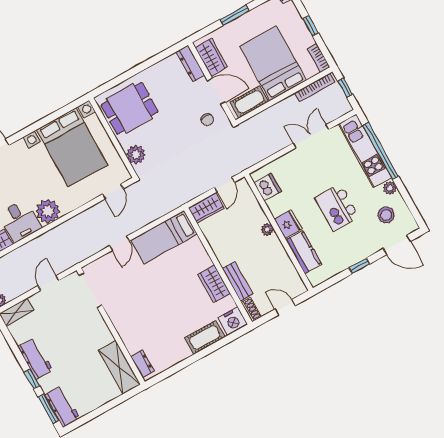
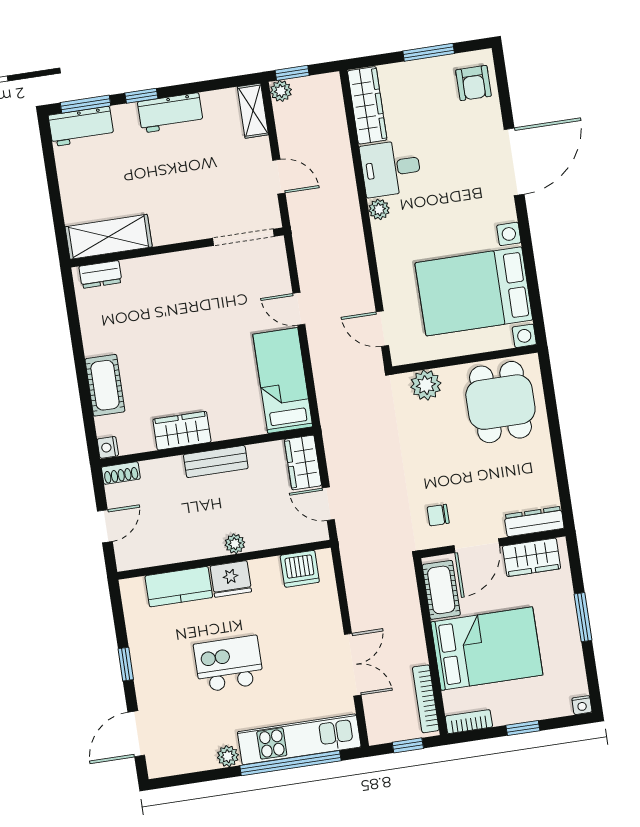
plant: (48, 211) -> (379, 209), width x0.53, depth x0.53
stool: (386, 215) -> (188, 735), removed
bench: (238, 281) -> (216, 462), moved
nightstand: (233, 321) -> (108, 447), width x0.53, depth x0.56

